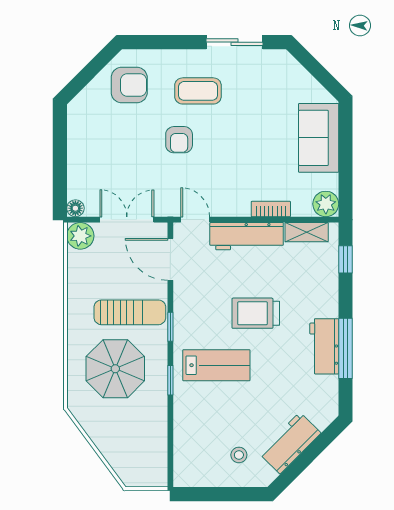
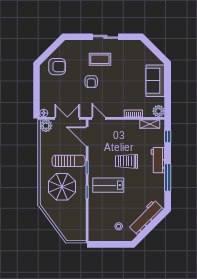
sliding door: (235, 42) -> (105, 37), moved
armchair: (129, 85) -> (57, 67), moved
workbench: (247, 236) -> (122, 126), removed
workbench: (324, 346) -> (158, 160), moved
lab bench: (216, 365) -> (108, 185), turned 180
workbench: (290, 443) -> (146, 217), width x1.38

